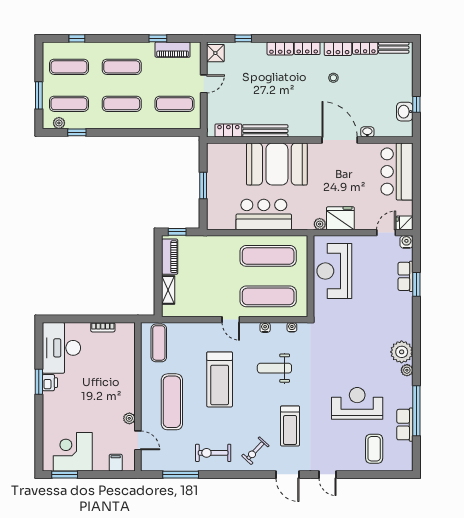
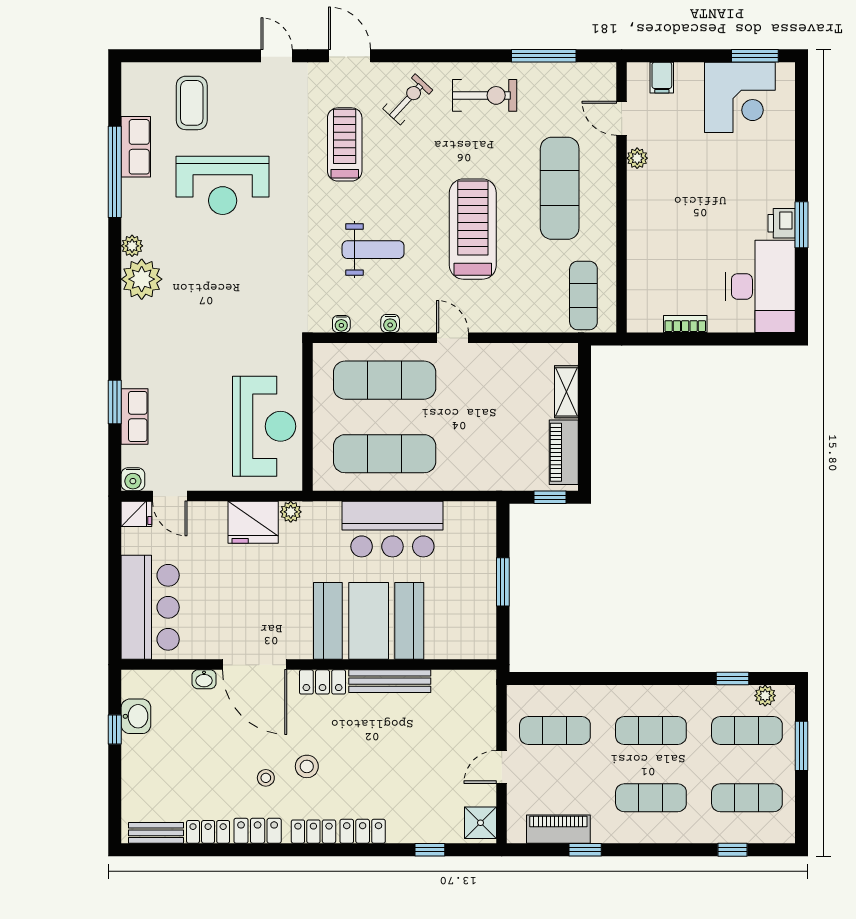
stool: (311, 84) -> (307, 766), added
locker: (228, 131) -> (323, 682), moved
door: (386, 233) -> (170, 496), hinge flipped

